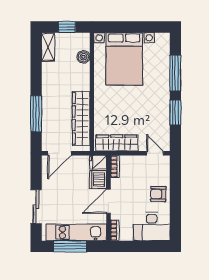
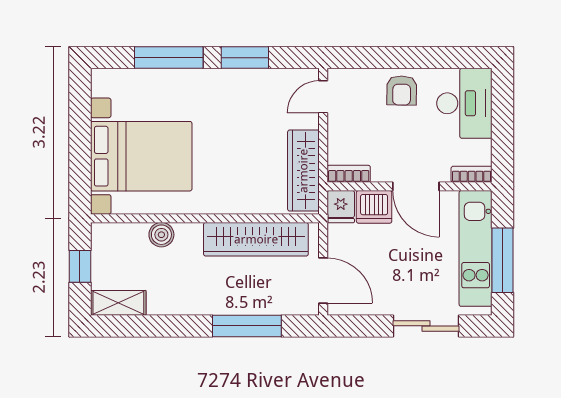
boiler: (83, 57) -> (161, 235), moved

